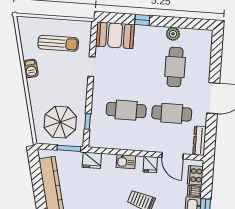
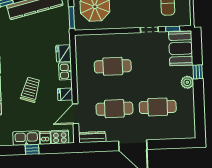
plant: (173, 34) -> (187, 82), moved
cafe table: (126, 110) -> (113, 66), turned 90
cafe table: (172, 113) -> (114, 109), turned 90
window: (88, 121) -> (173, 29), moved
fridge: (92, 160) -> (63, 53), moved

